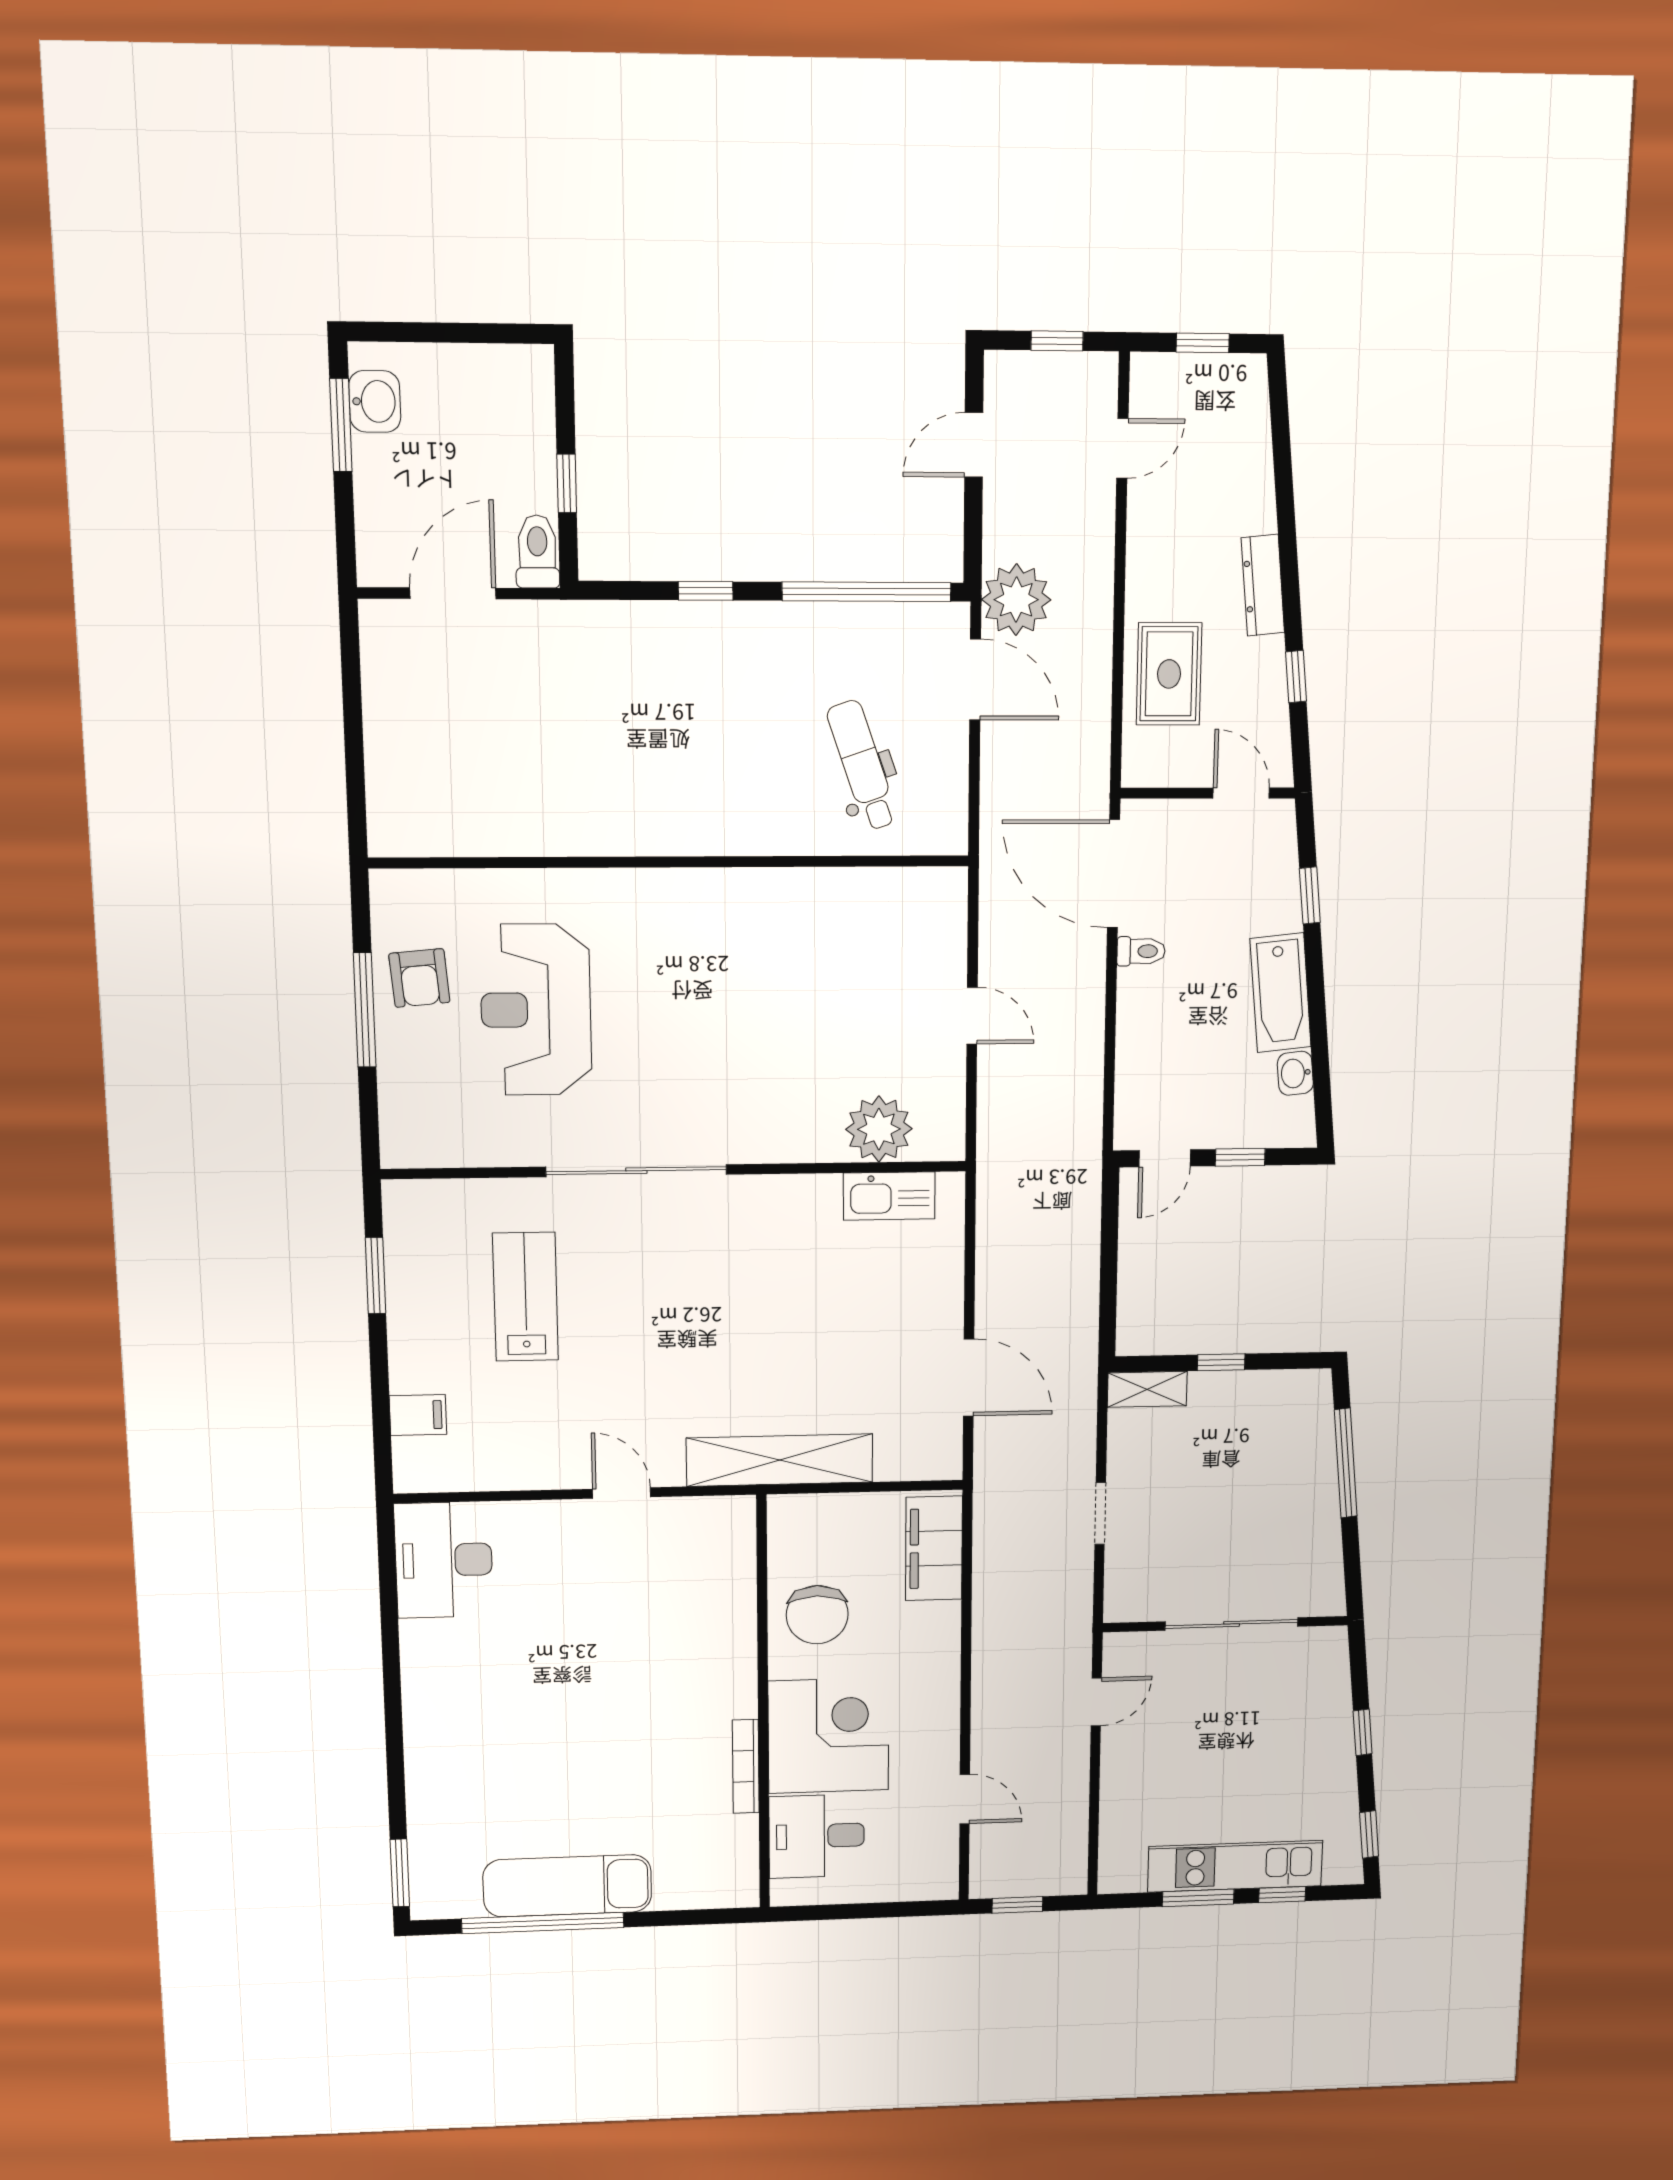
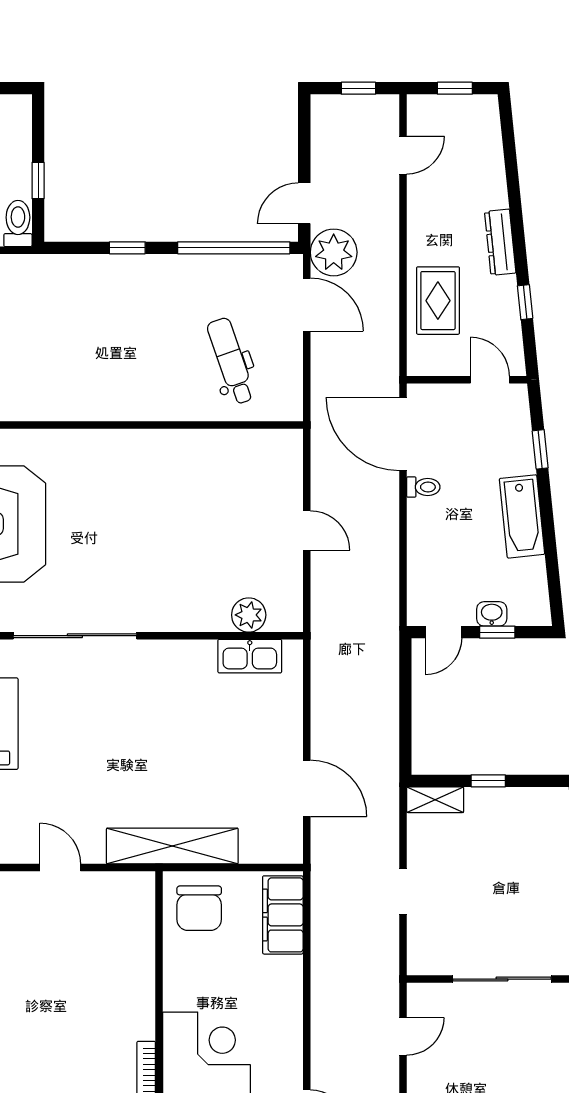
door: (974, 445) -> (304, 203), moved
washbasin: (1295, 1073) -> (492, 614), moved, turned 96
plant: (879, 1129) -> (249, 615), width x0.73, depth x0.73
chair: (817, 1615) -> (199, 908), moved

